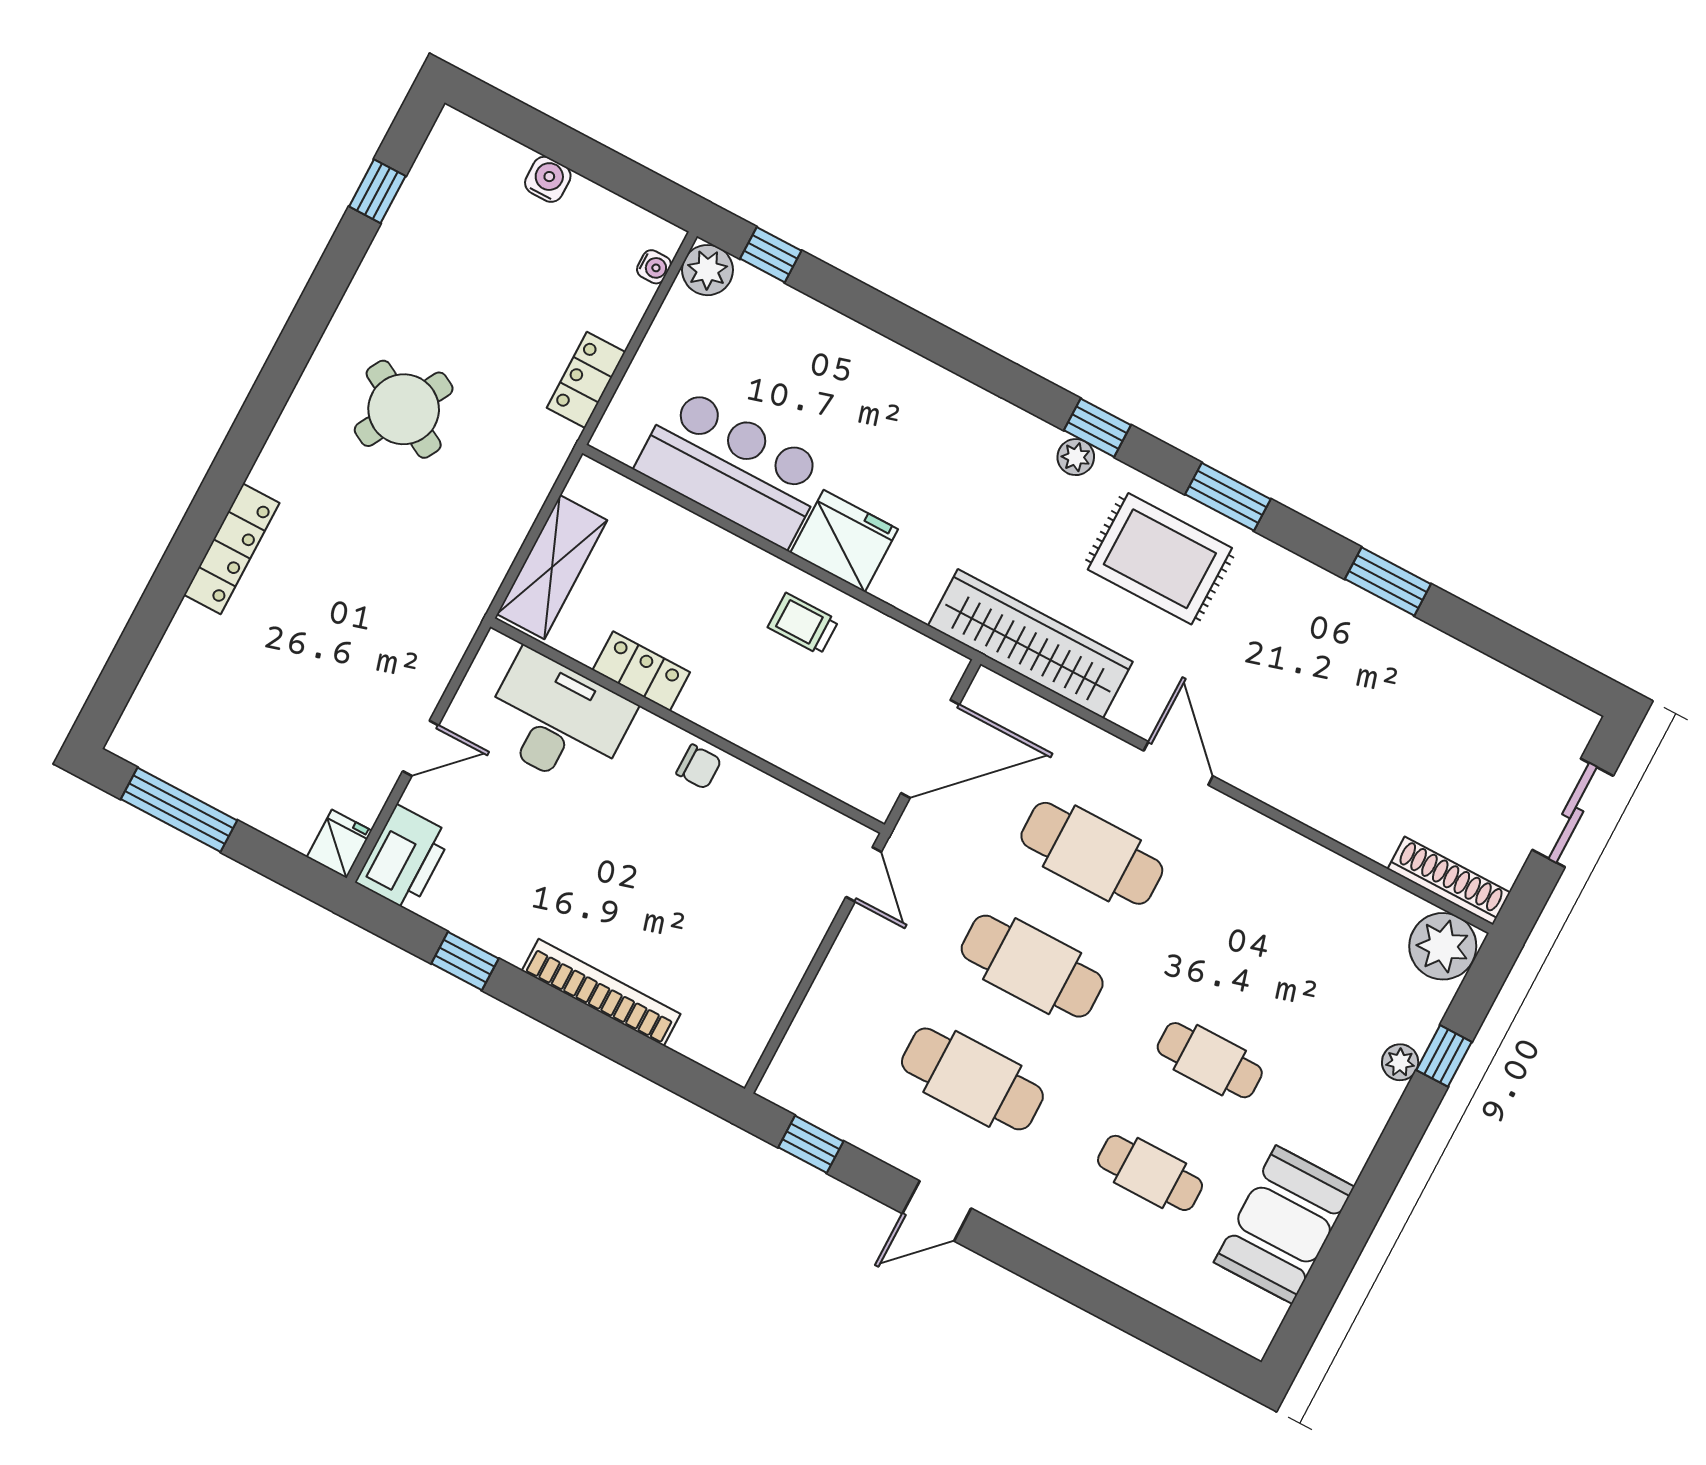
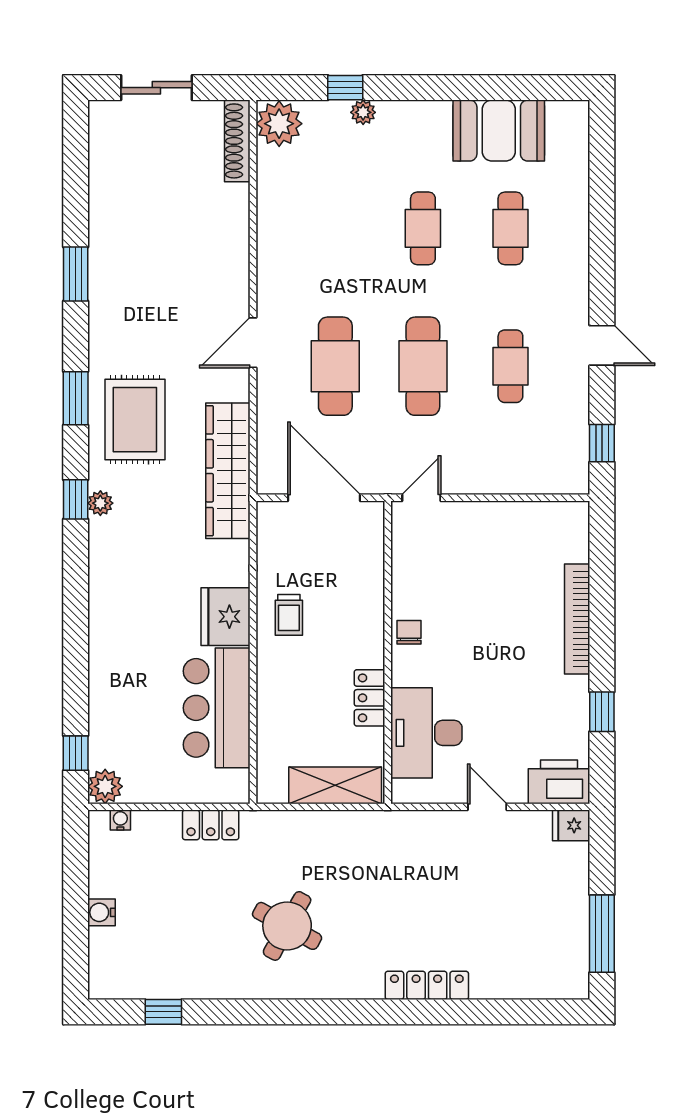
cafe table: (972, 1079) -> (510, 366), width x0.73, depth x0.74

